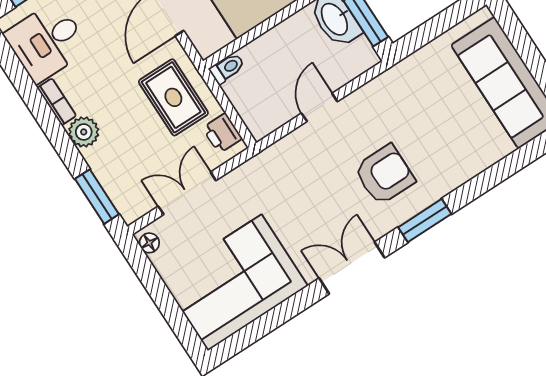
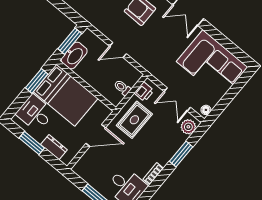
toilet: (227, 68) -> (122, 88), moved
plant: (84, 132) -> (188, 127), moved
window: (97, 197) -> (181, 154), moved

